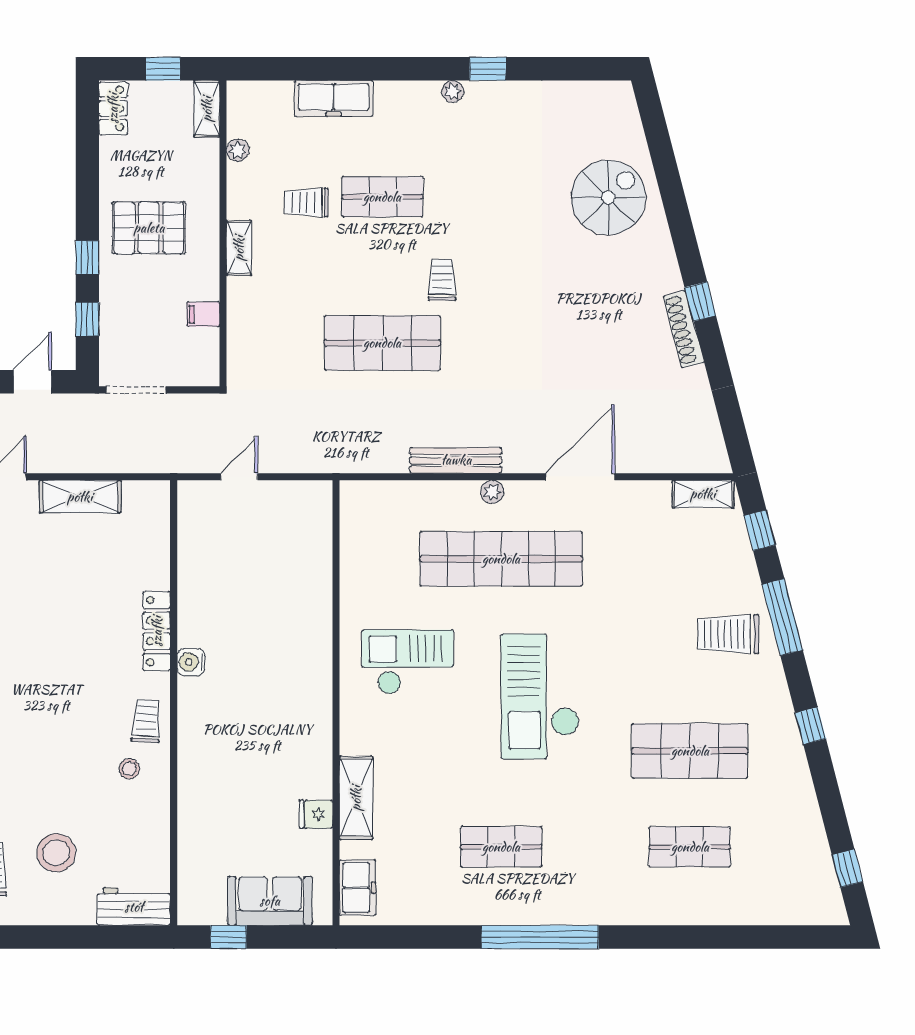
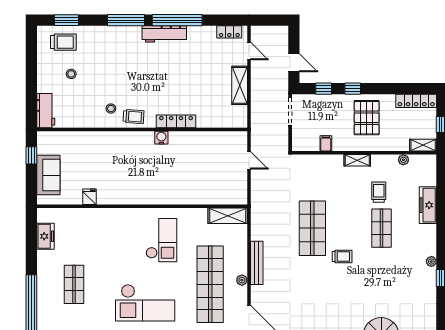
locker: (113, 108) -> (416, 101), width x1.53
checkout: (540, 696) -> (145, 303), turned 180
shelving: (356, 798) -> (228, 216), moved
stool: (56, 853) -> (71, 74), width x0.53, depth x0.53
freezer: (358, 888) -> (45, 236), moved, turned -90

